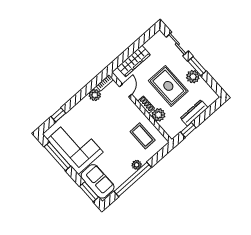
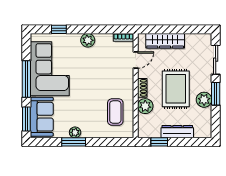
plant: (95, 95) -> (88, 40), moved
window: (57, 156) -> (26, 79), moved
plant: (137, 165) -> (75, 132), moved
window: (133, 179) -> (74, 142), width x0.47

